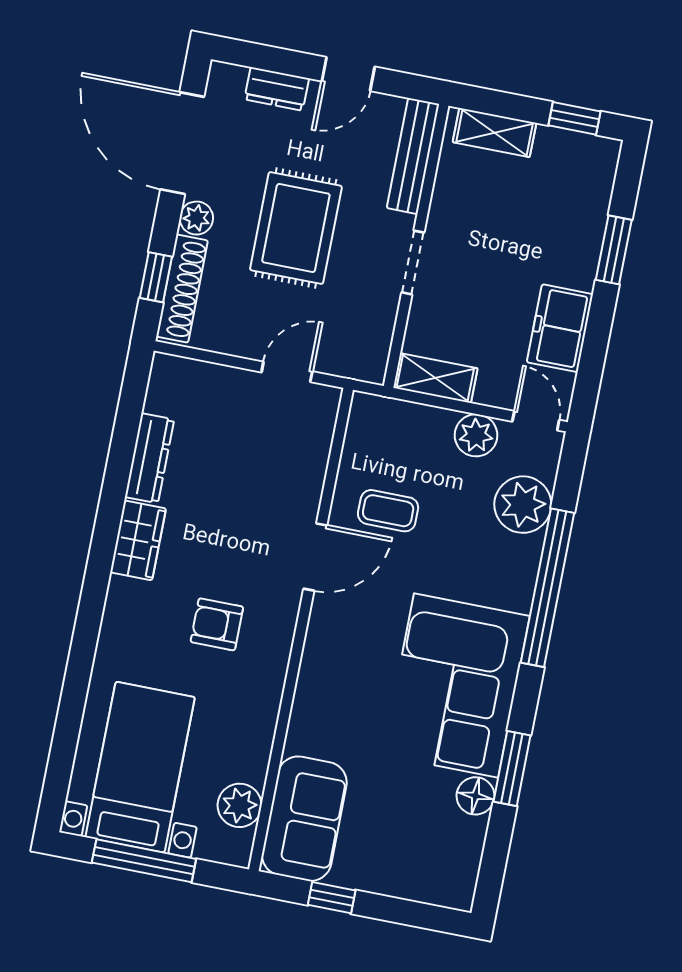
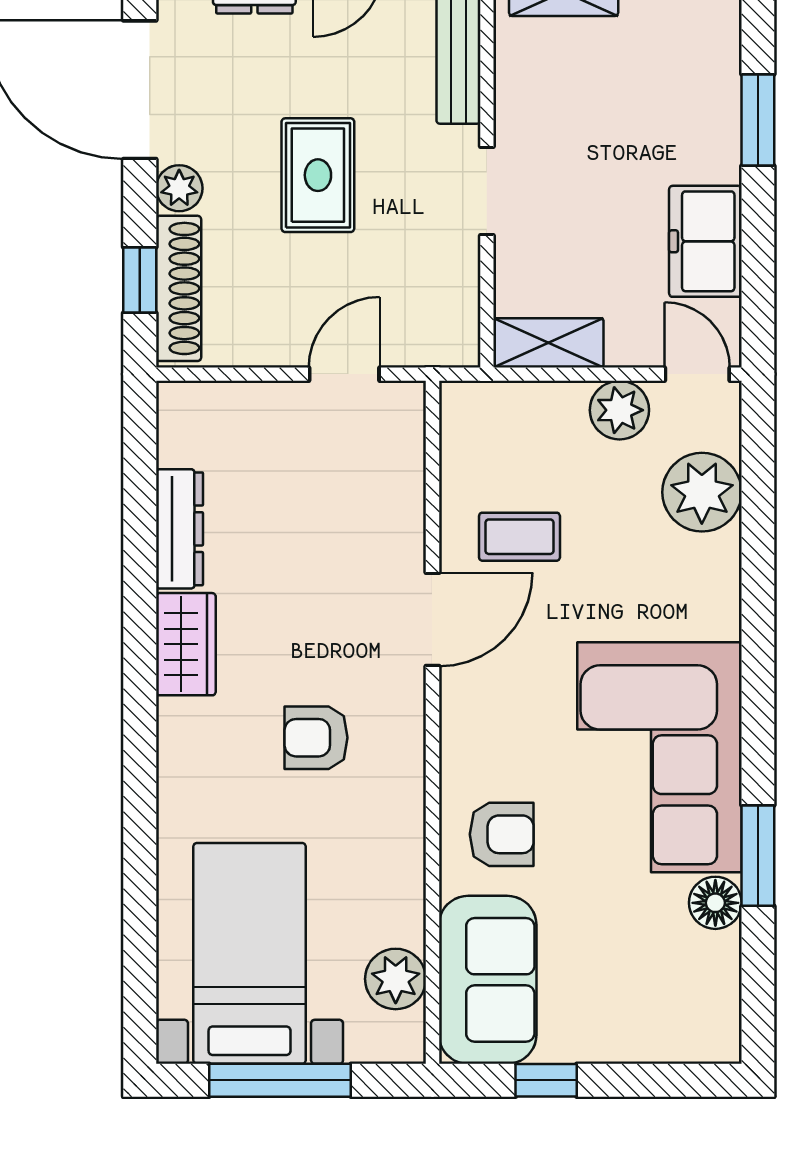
rug: (296, 228) -> (318, 175), width x0.73, depth x0.70
window: (547, 588) -> (758, 599), removed
armchair: (334, 718) -> (502, 834), added

